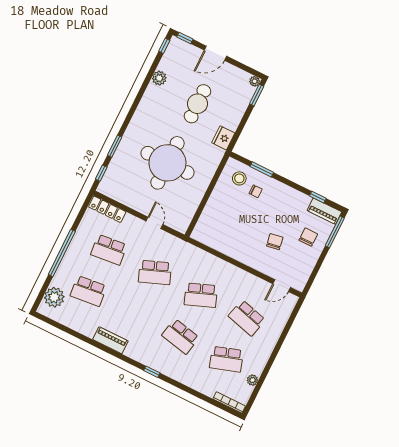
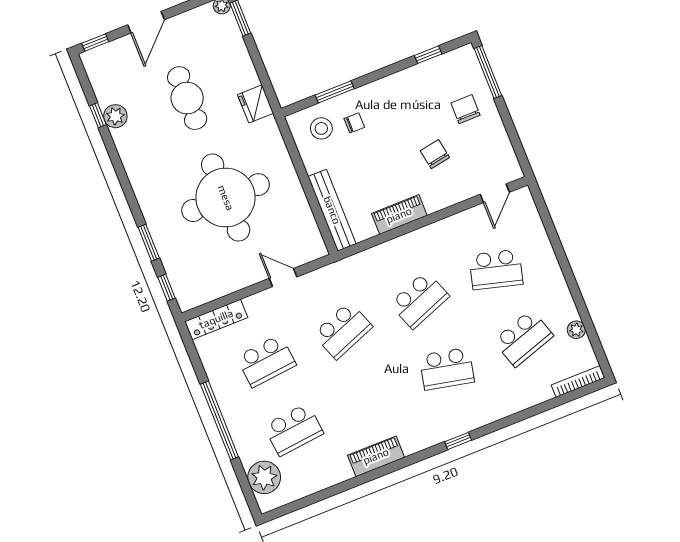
window: (164, 46) -> (98, 115), moved
piano: (324, 211) -> (399, 215), moved, turned 180
bench: (206, 217) -> (332, 210), added

